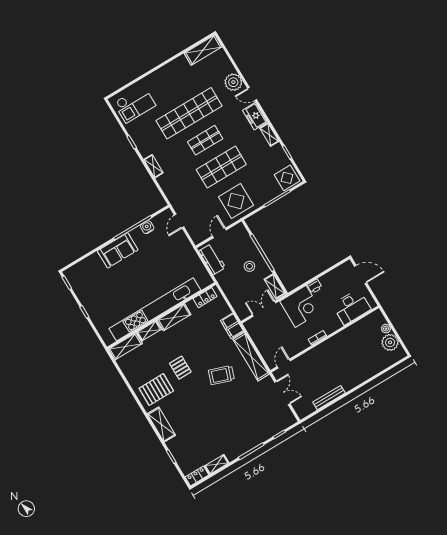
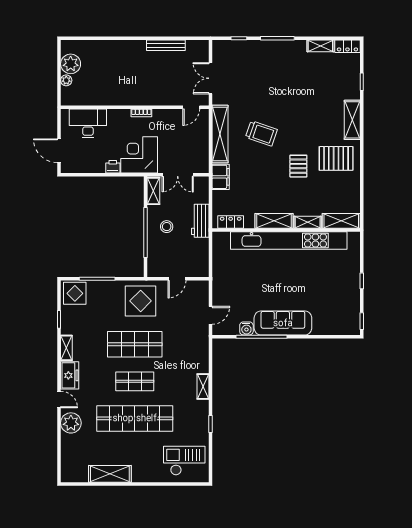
shelving: (203, 50) -> (110, 474), moved
sofa: (118, 250) -> (283, 323), width x1.36
workbench: (212, 259) -> (200, 221), moved

